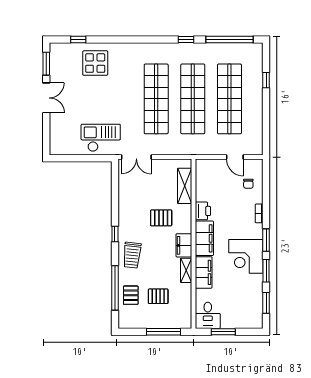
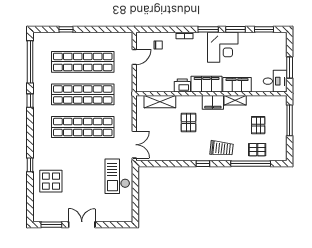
window: (78, 40) -> (30, 165), moved

